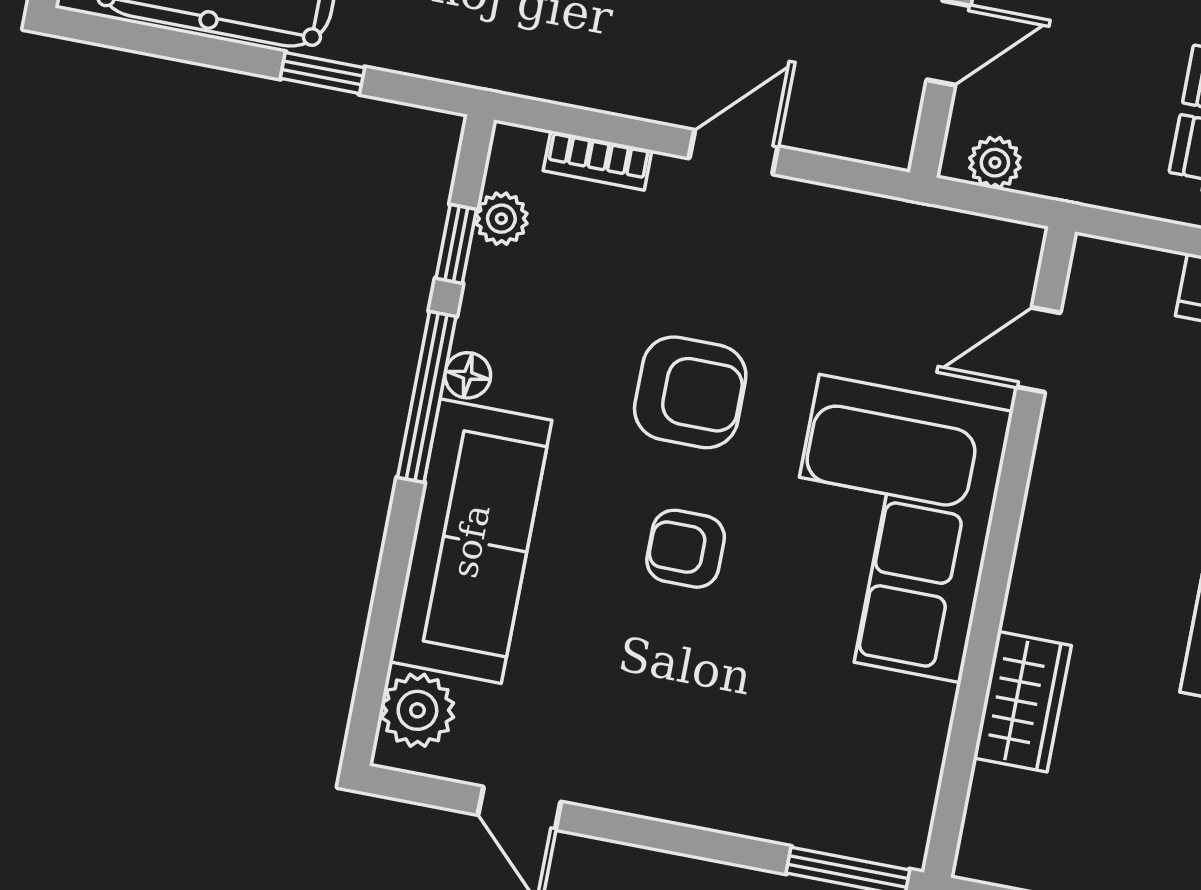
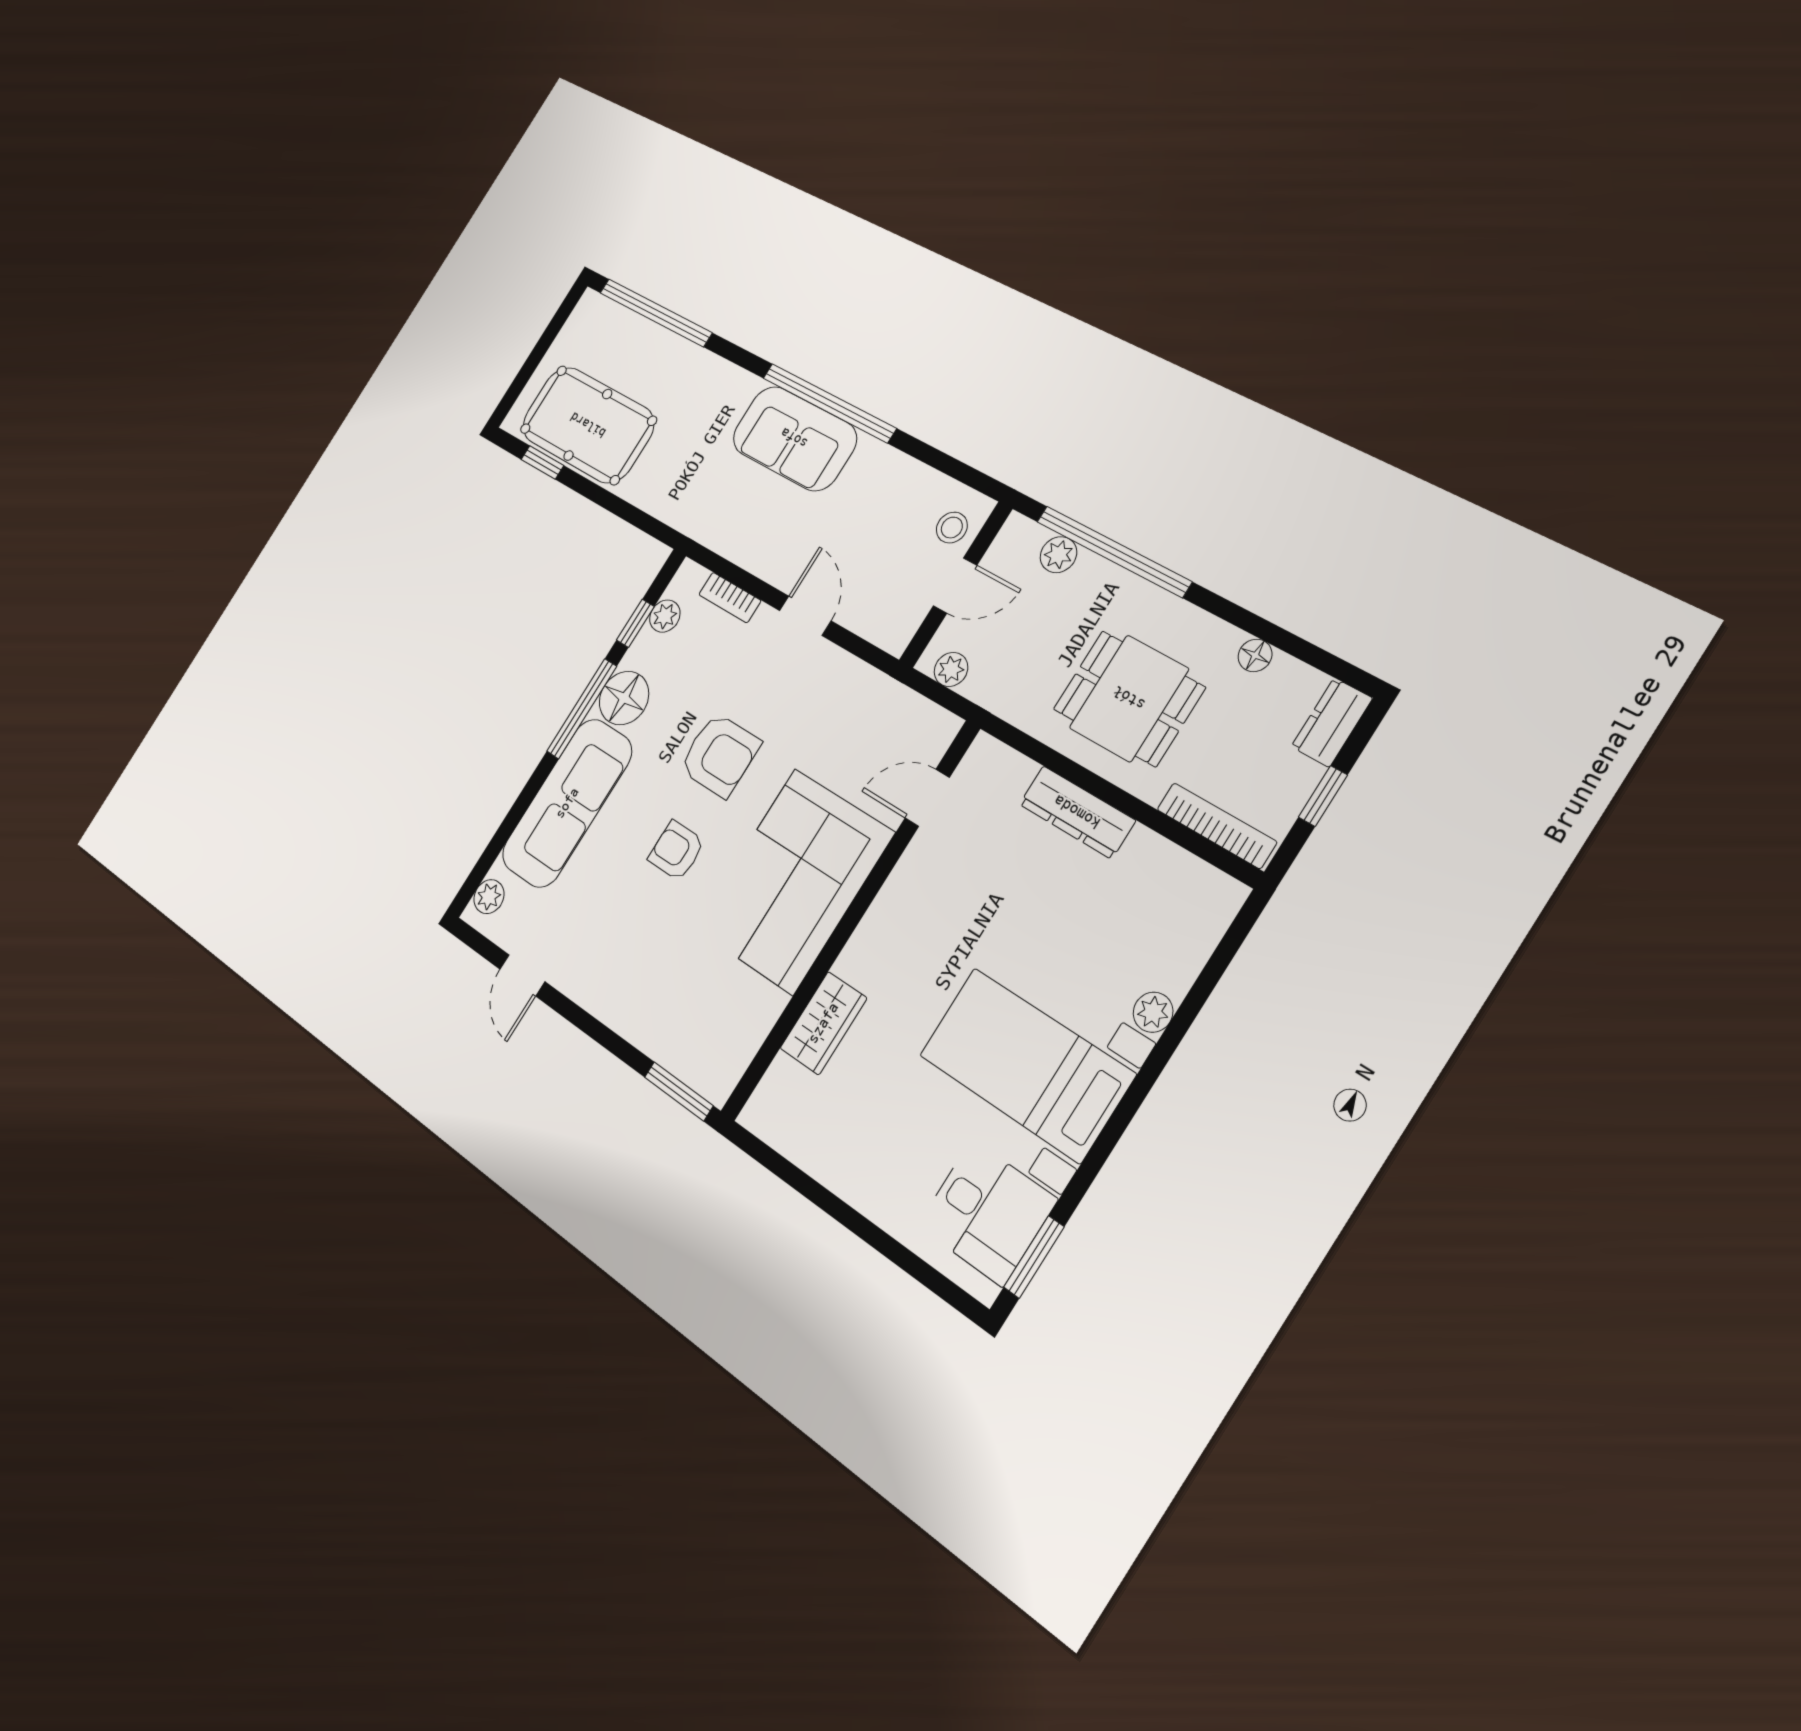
window: (322, 73) -> (542, 462), moved
door: (734, 152) -> (805, 616), hinge flipped
floor lamp: (468, 375) -> (624, 698), width x1.89, depth x1.89
plant: (417, 710) -> (489, 897), width x0.73, depth x0.73

